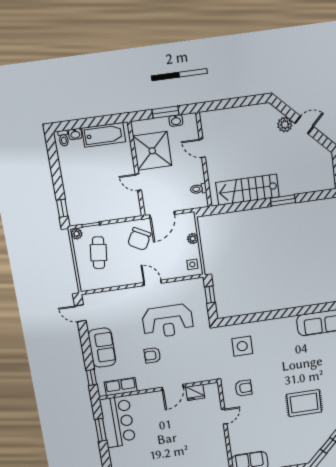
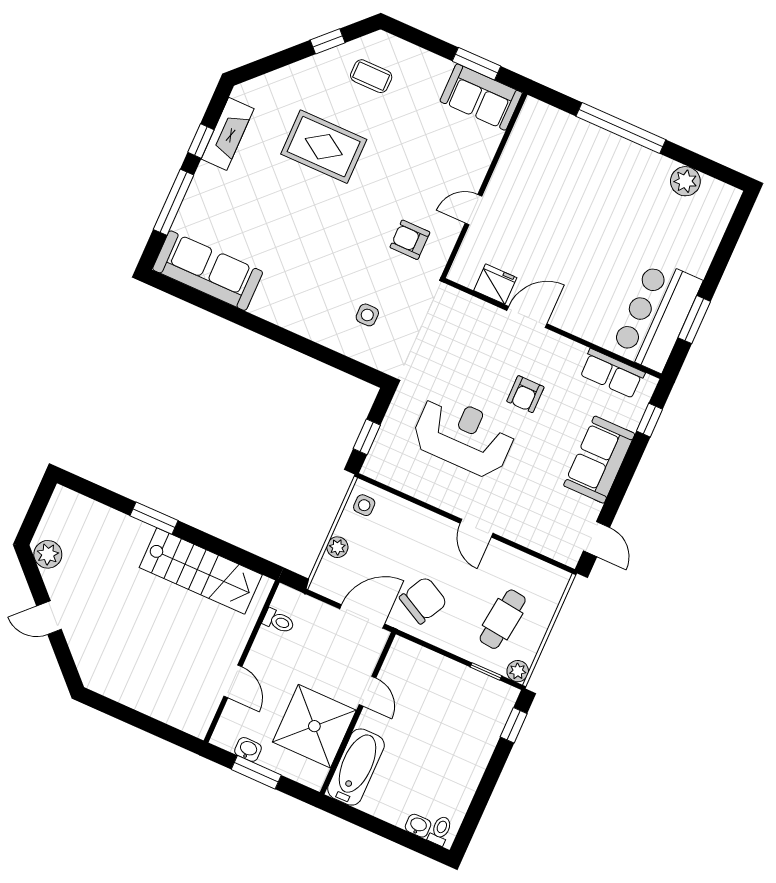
plant: (285, 125) -> (48, 554), moved
bathtub: (104, 135) -> (356, 767), moved, turned 90
door: (153, 283) -> (476, 528), moved
side table: (242, 346) -> (367, 315), width x0.54, depth x0.54
armchair: (152, 355) -> (525, 394), turned 90
coffee table: (301, 443) -> (371, 76), added

